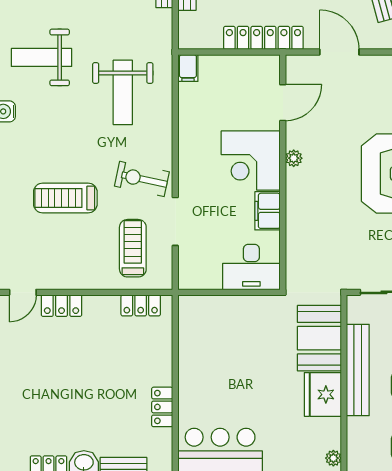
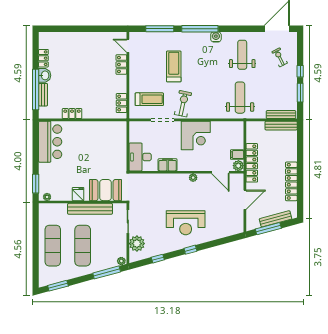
plant: (269, 66) -> (238, 166), added
filing cabinet: (188, 68) -> (237, 155), moved
weight bench: (123, 92) -> (240, 98), moved, turned 90
corner desk: (251, 160) -> (196, 136), moved, turned 180
fridge: (323, 394) -> (78, 194), width x0.53, depth x0.75

